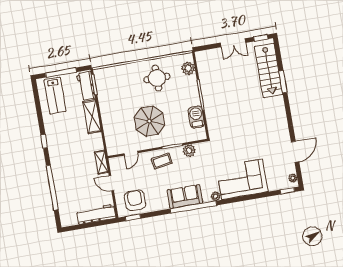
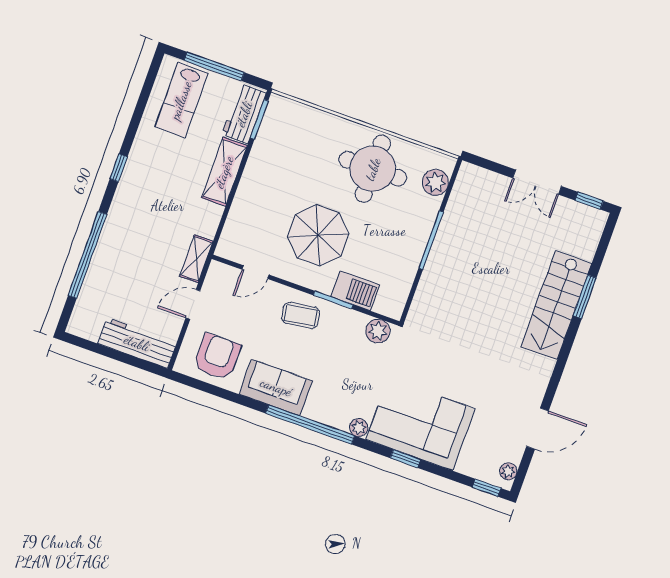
stairs: (269, 71) -> (556, 305), moved
round table: (157, 78) -> (373, 169), width x1.36, depth x1.36
barbecue: (196, 117) -> (355, 291), moved, turned 90
plant: (189, 151) -> (378, 331), moved
door: (111, 183) -> (193, 304), hinge flipped
sofa: (185, 196) -> (276, 387), moved
window: (133, 218) -> (405, 459), moved

